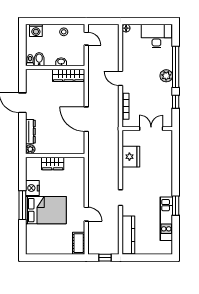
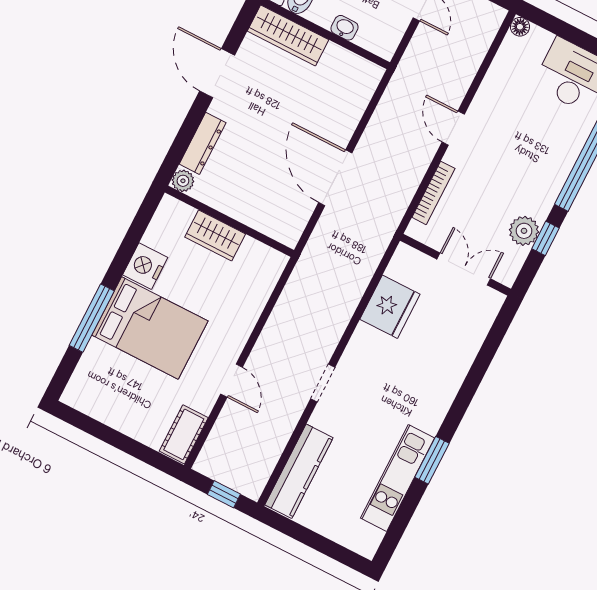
wardrobe: (69, 75) -> (288, 35), moved
plant: (166, 76) -> (524, 231), moved
window: (22, 205) -> (92, 318), moved

